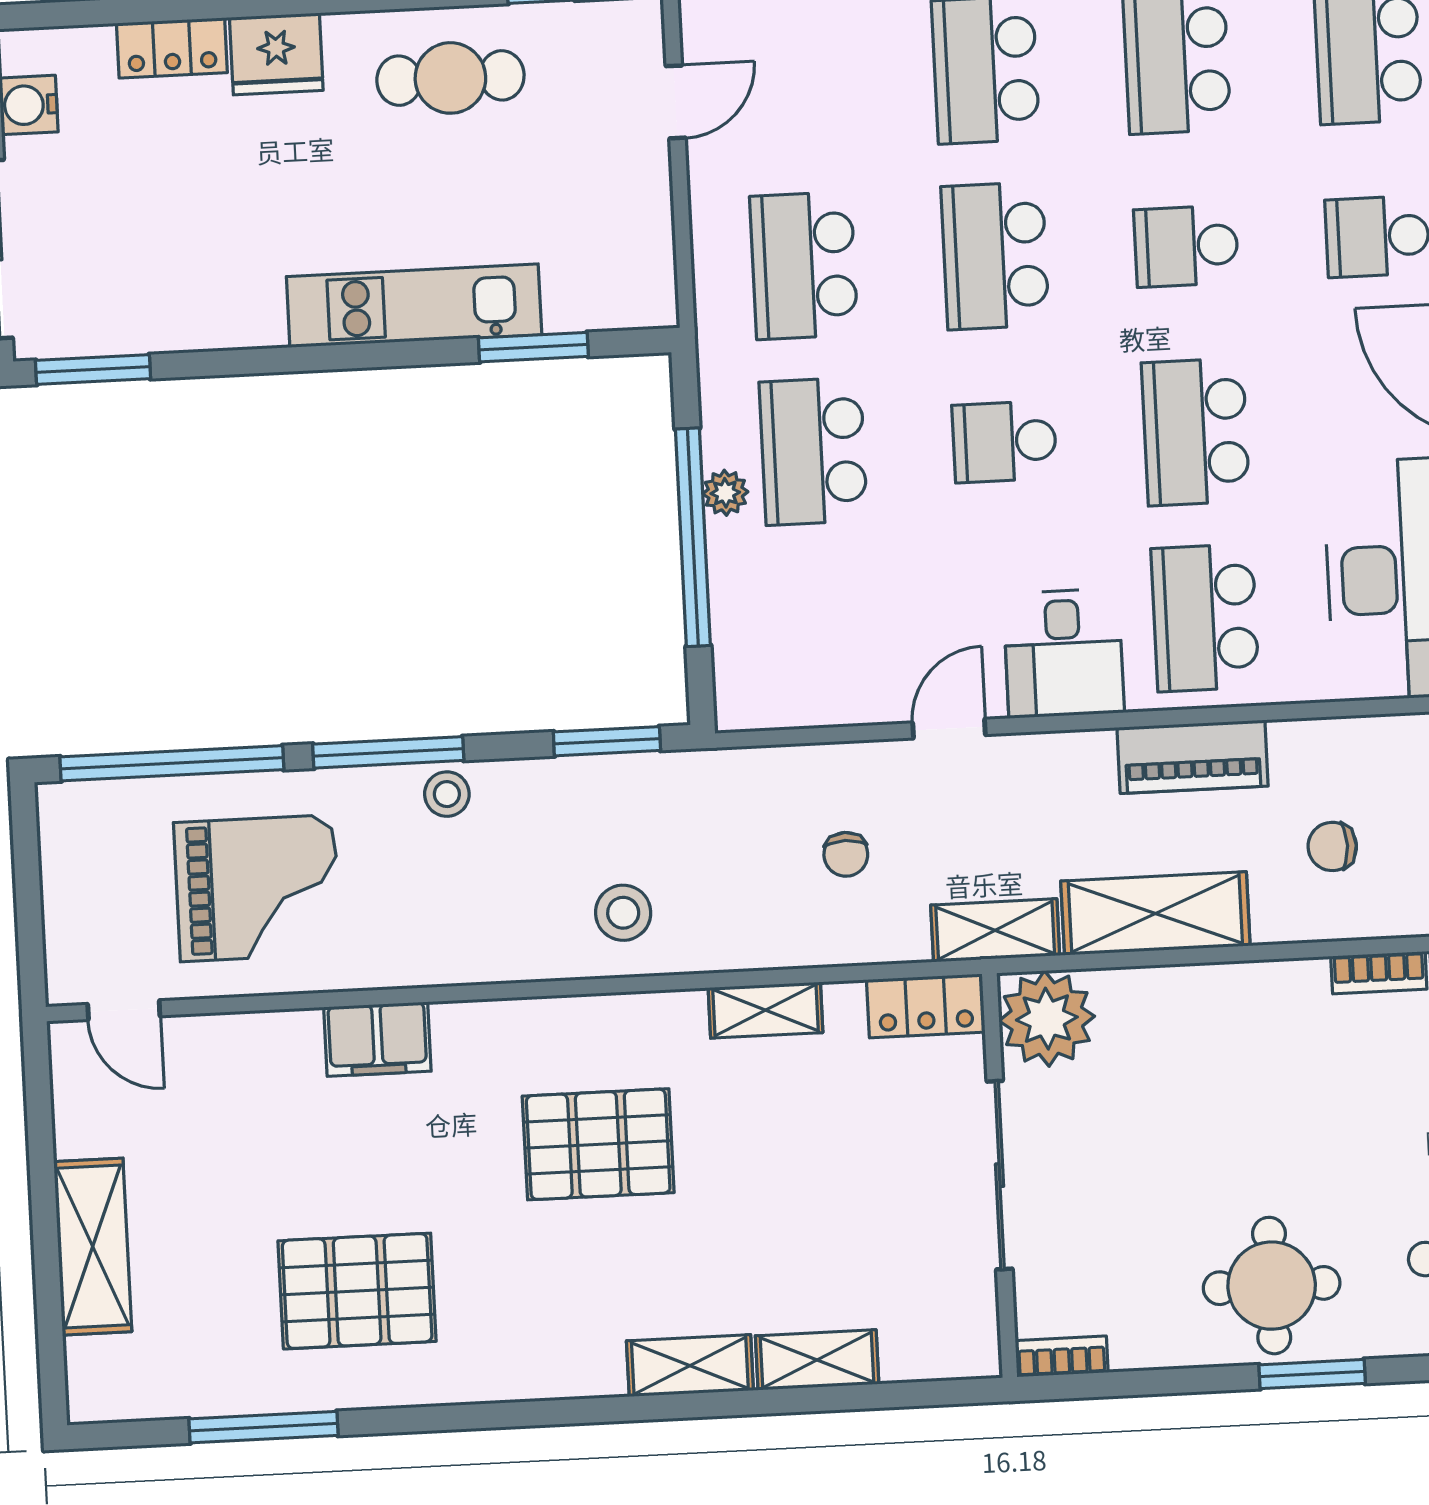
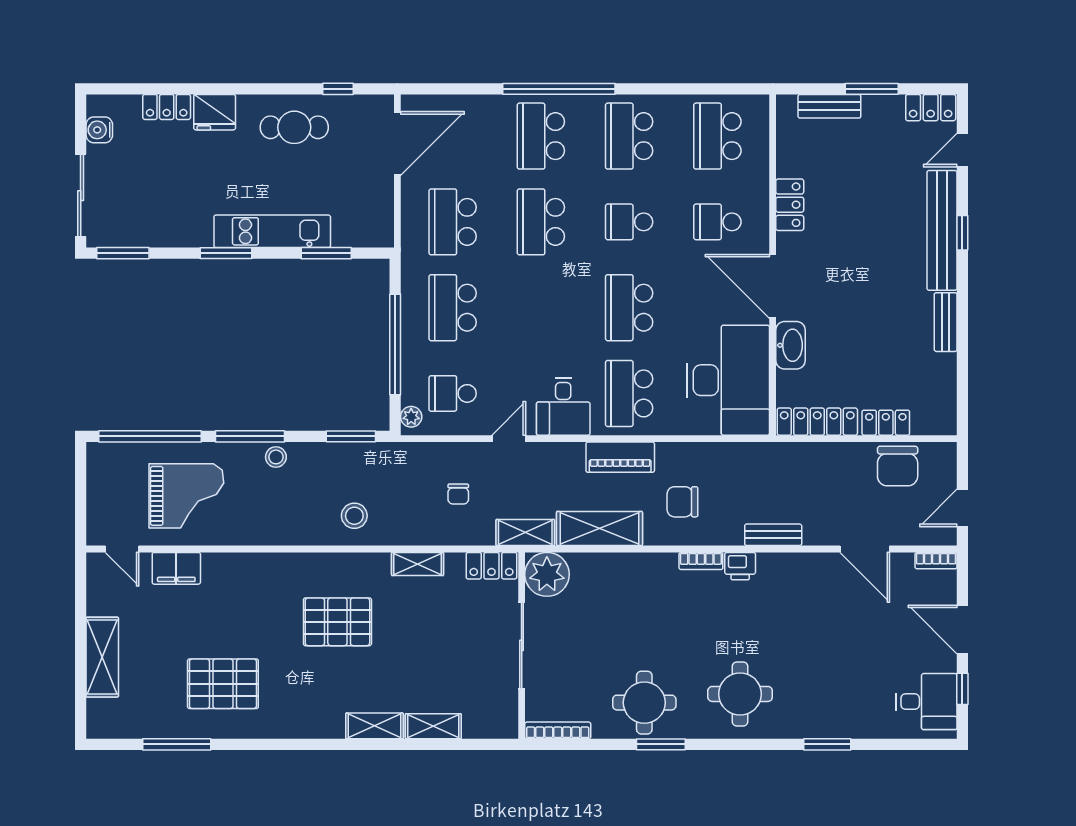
door: (676, 102) -> (397, 144), width x1.87
window: (317, 358) -> (226, 253), added
school desk: (1004, 442) -> (453, 393), moved
plant: (725, 493) -> (411, 417), moved
chair: (1332, 846) -> (682, 502), width x1.37, depth x1.37
filing cabinet: (377, 1039) -> (176, 568), moved
bookcase: (1062, 1356) -> (558, 730), width x1.56

